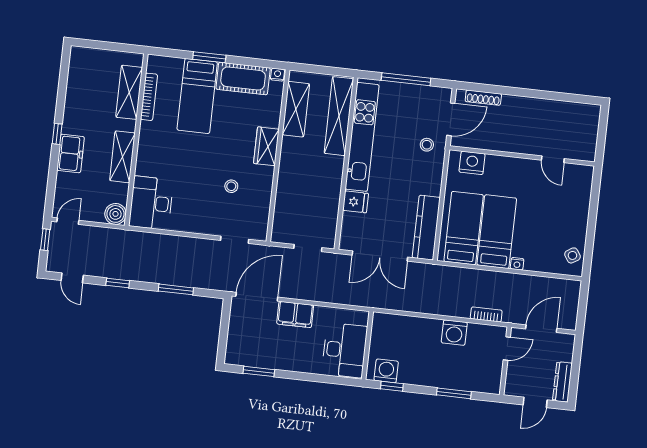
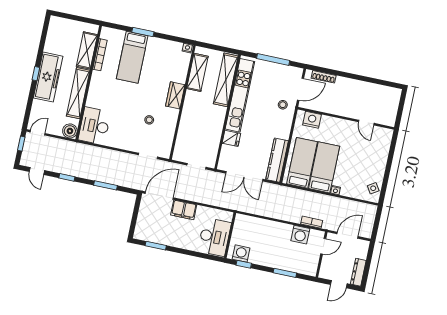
cot: (243, 79) -> (164, 49), removed
freezer: (71, 153) -> (48, 77), width x1.91, depth x1.26
shelving: (122, 157) -> (78, 93), width x1.47
washing machine: (454, 333) -> (300, 235), moved

